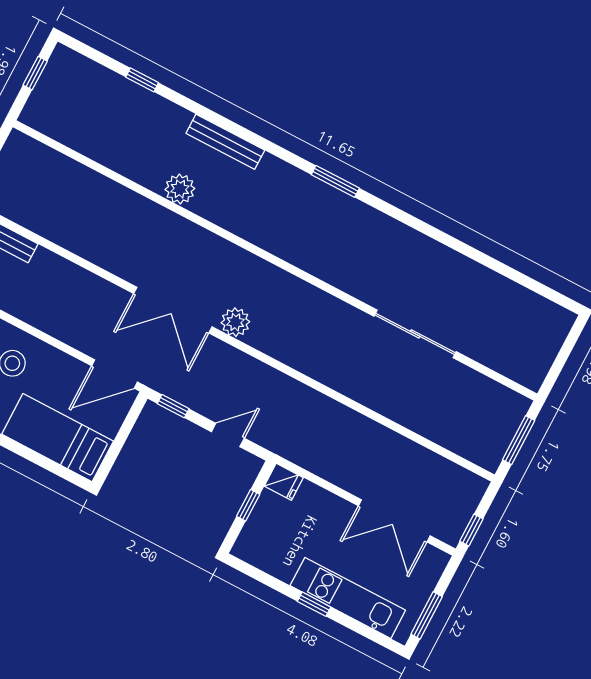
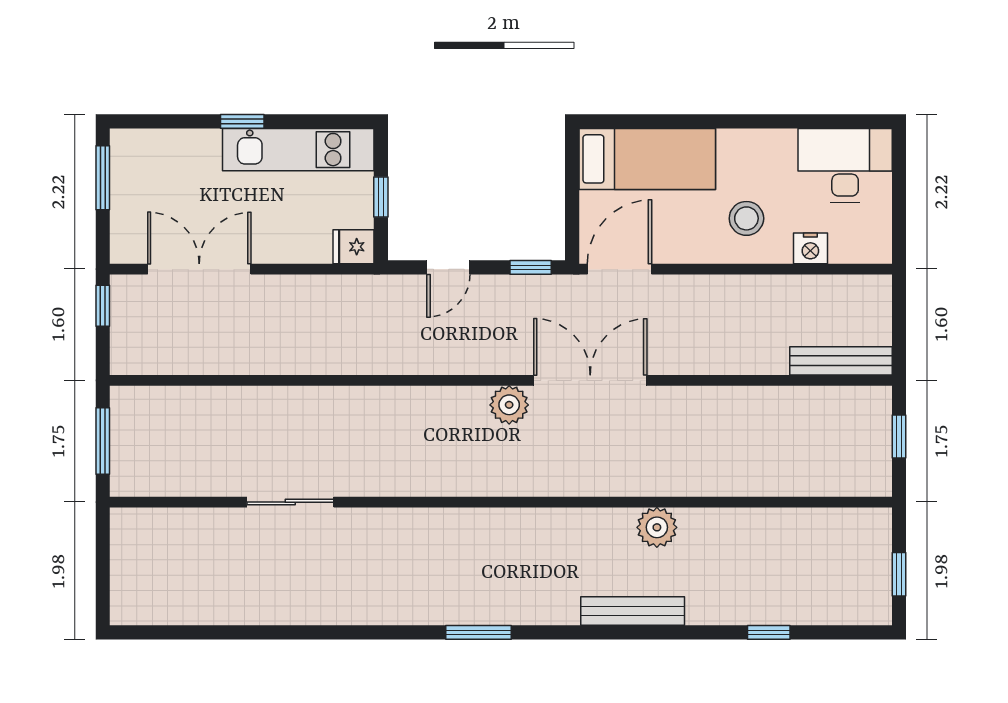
sliding door: (415, 334) -> (290, 502), width x0.73
kitchen unit: (348, 598) -> (298, 150), moved

